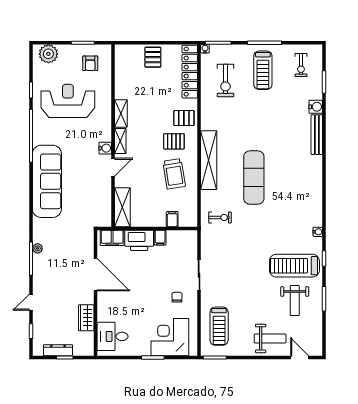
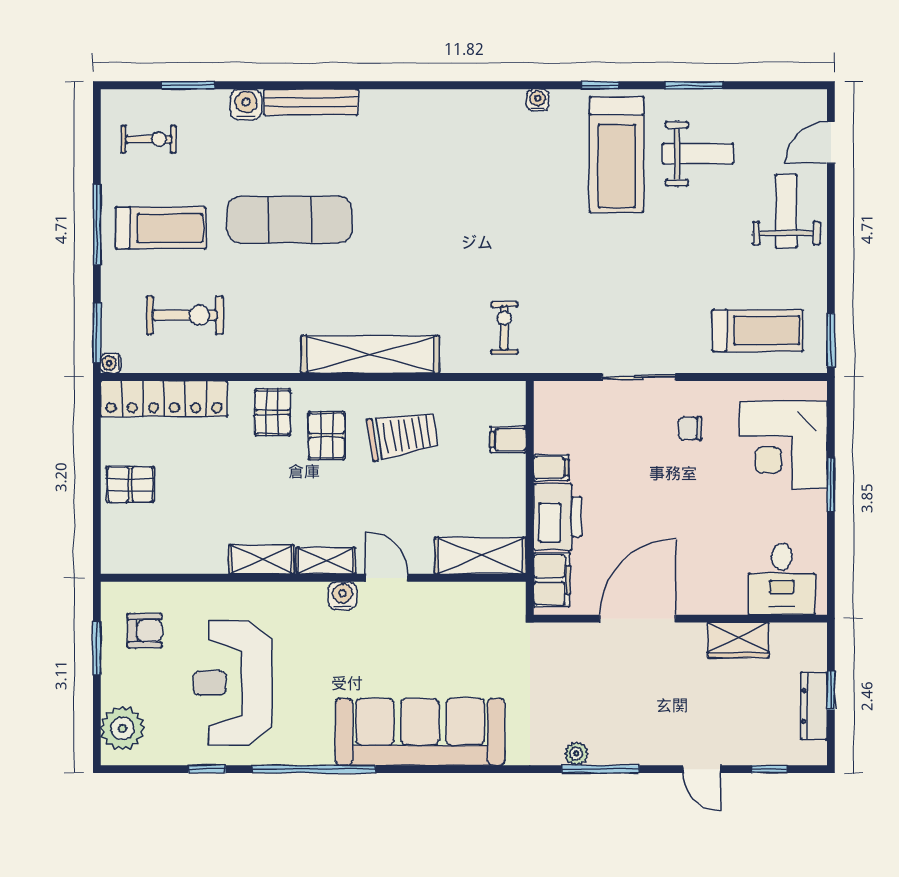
exercise mat: (254, 178) -> (290, 220), moved

